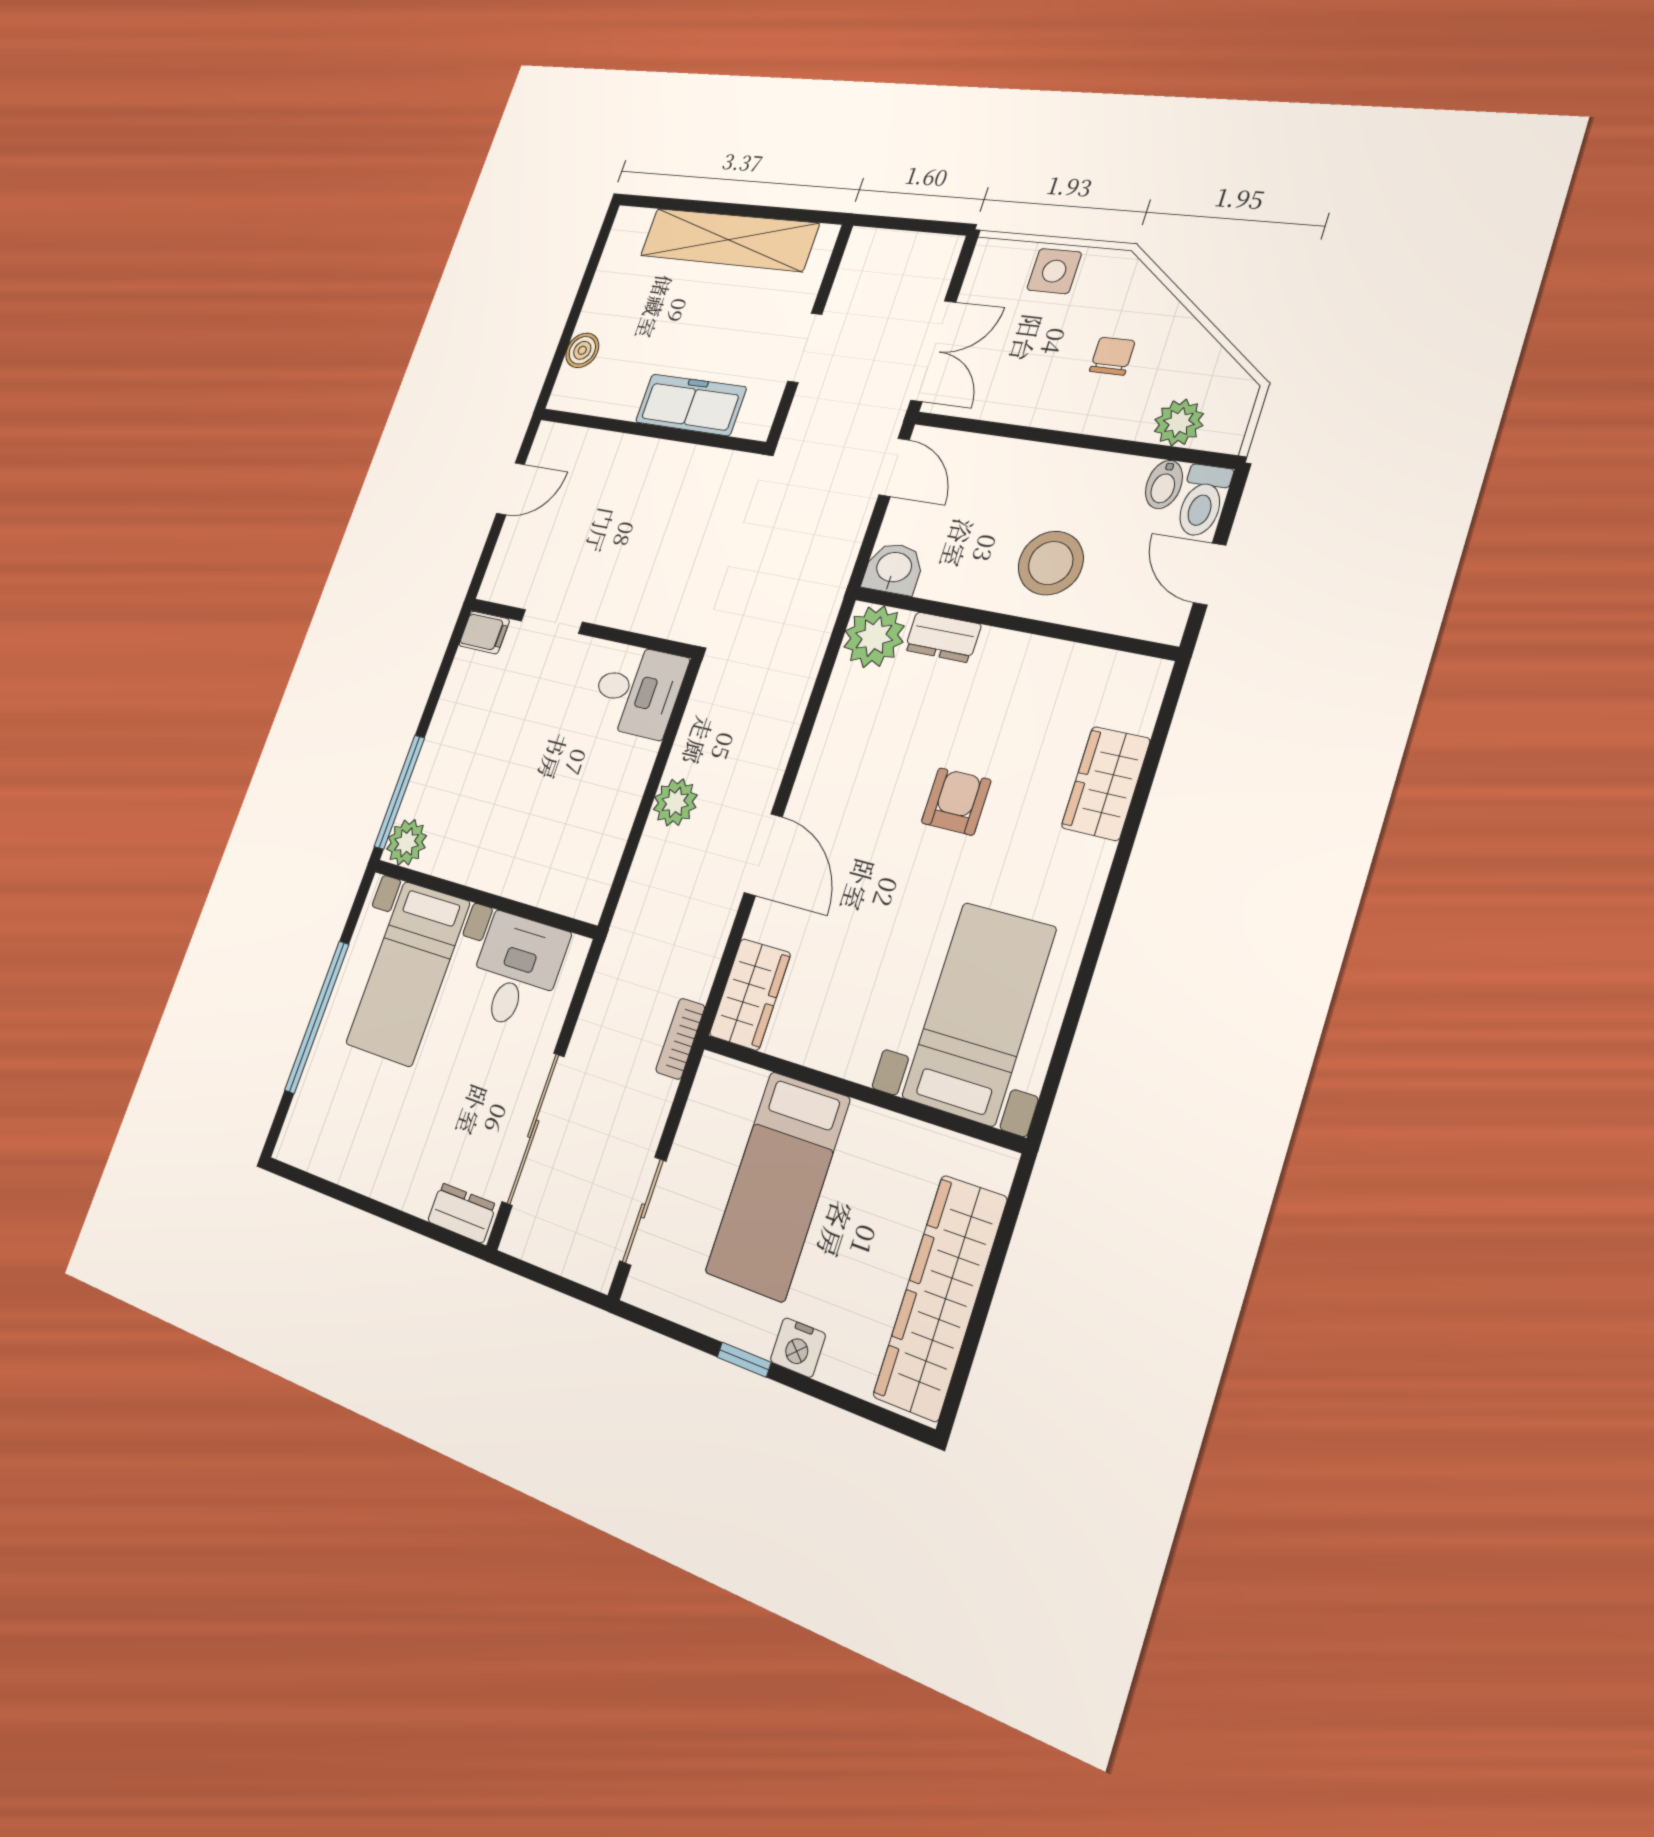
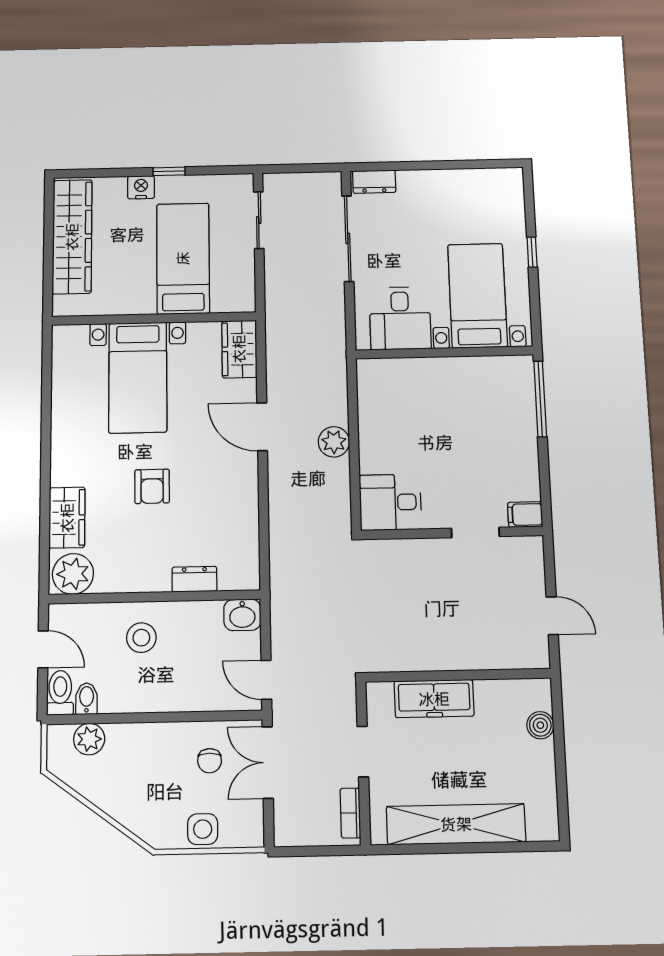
chair: (1112, 356) -> (210, 761), moved
door: (511, 489) -> (552, 616), swing flipped
stool: (1051, 563) -> (141, 638), width x0.73, depth x0.73
plant: (874, 637) -> (73, 574), moved
plant: (407, 842) -> (518, 370), removed
bed with nightstands: (979, 1013) -> (138, 377), moved
window: (317, 1017) -> (532, 252), width x0.32
bookcase: (680, 1039) -> (350, 813), moved, turned 180

